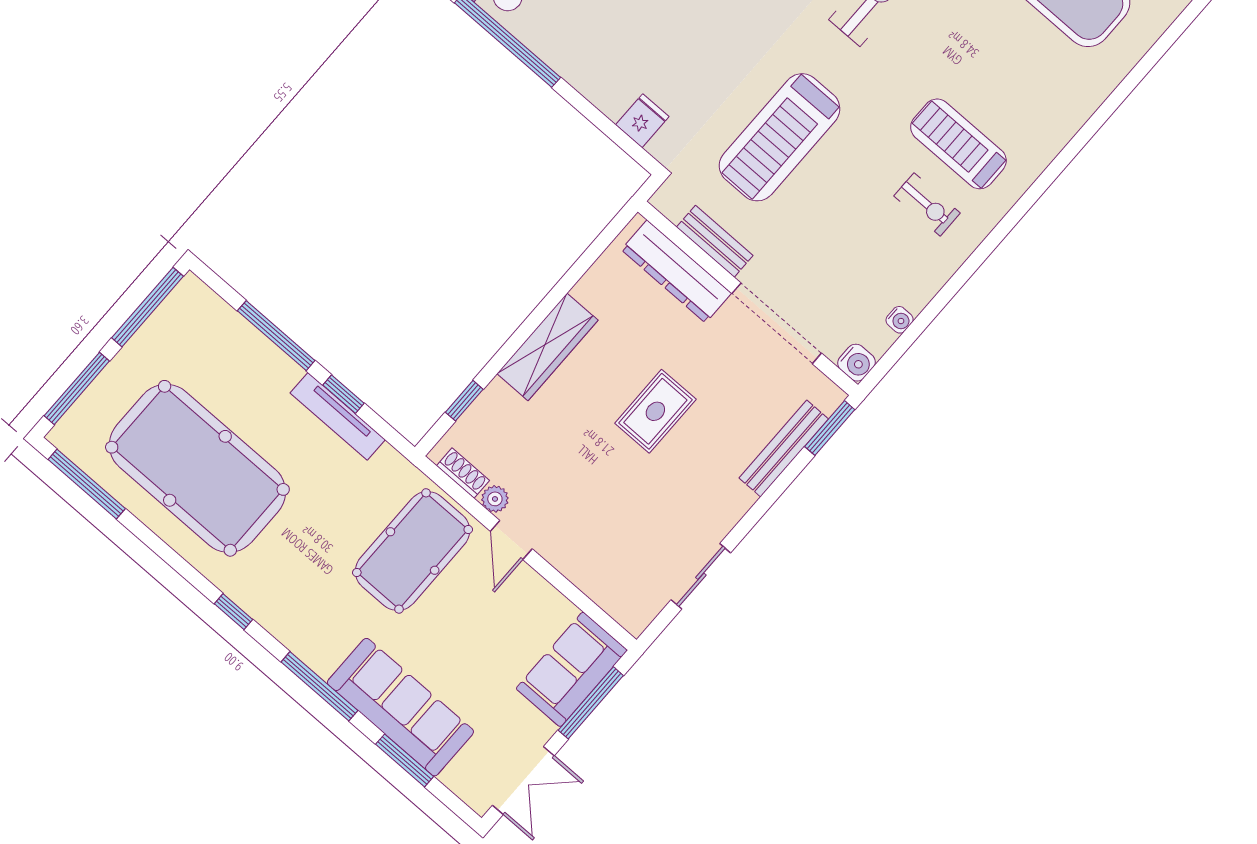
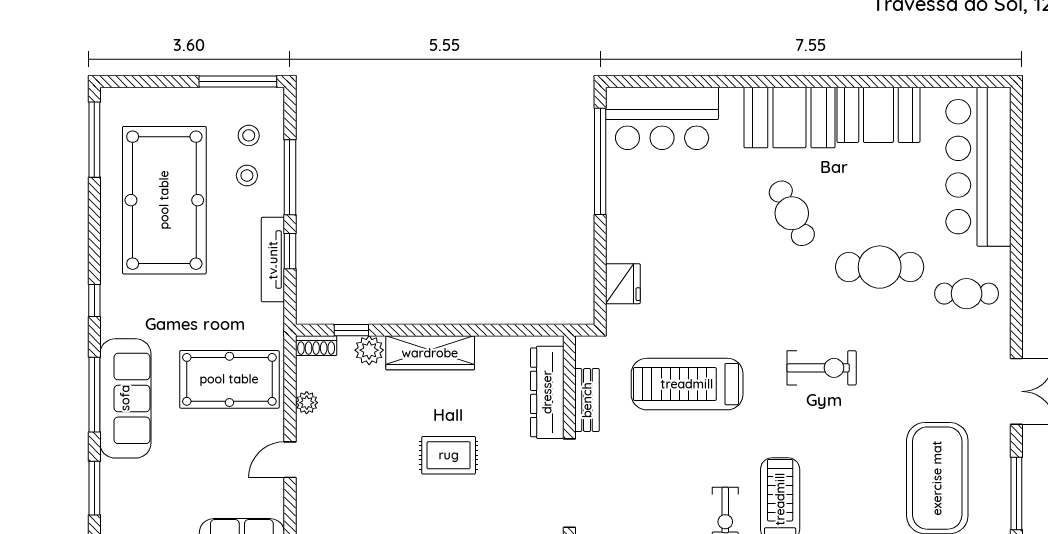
fridge: (642, 121) -> (623, 284), width x1.38
stool: (205, 340) -> (249, 135), added
stool: (240, 373) -> (247, 176), added
window: (77, 388) -> (149, 81), removed
plant: (497, 400) -> (369, 350), added
shoe rack: (463, 473) -> (316, 346), moved, turned 90
door: (511, 540) -> (290, 460), moved
sofa: (400, 707) -> (125, 398), moved

